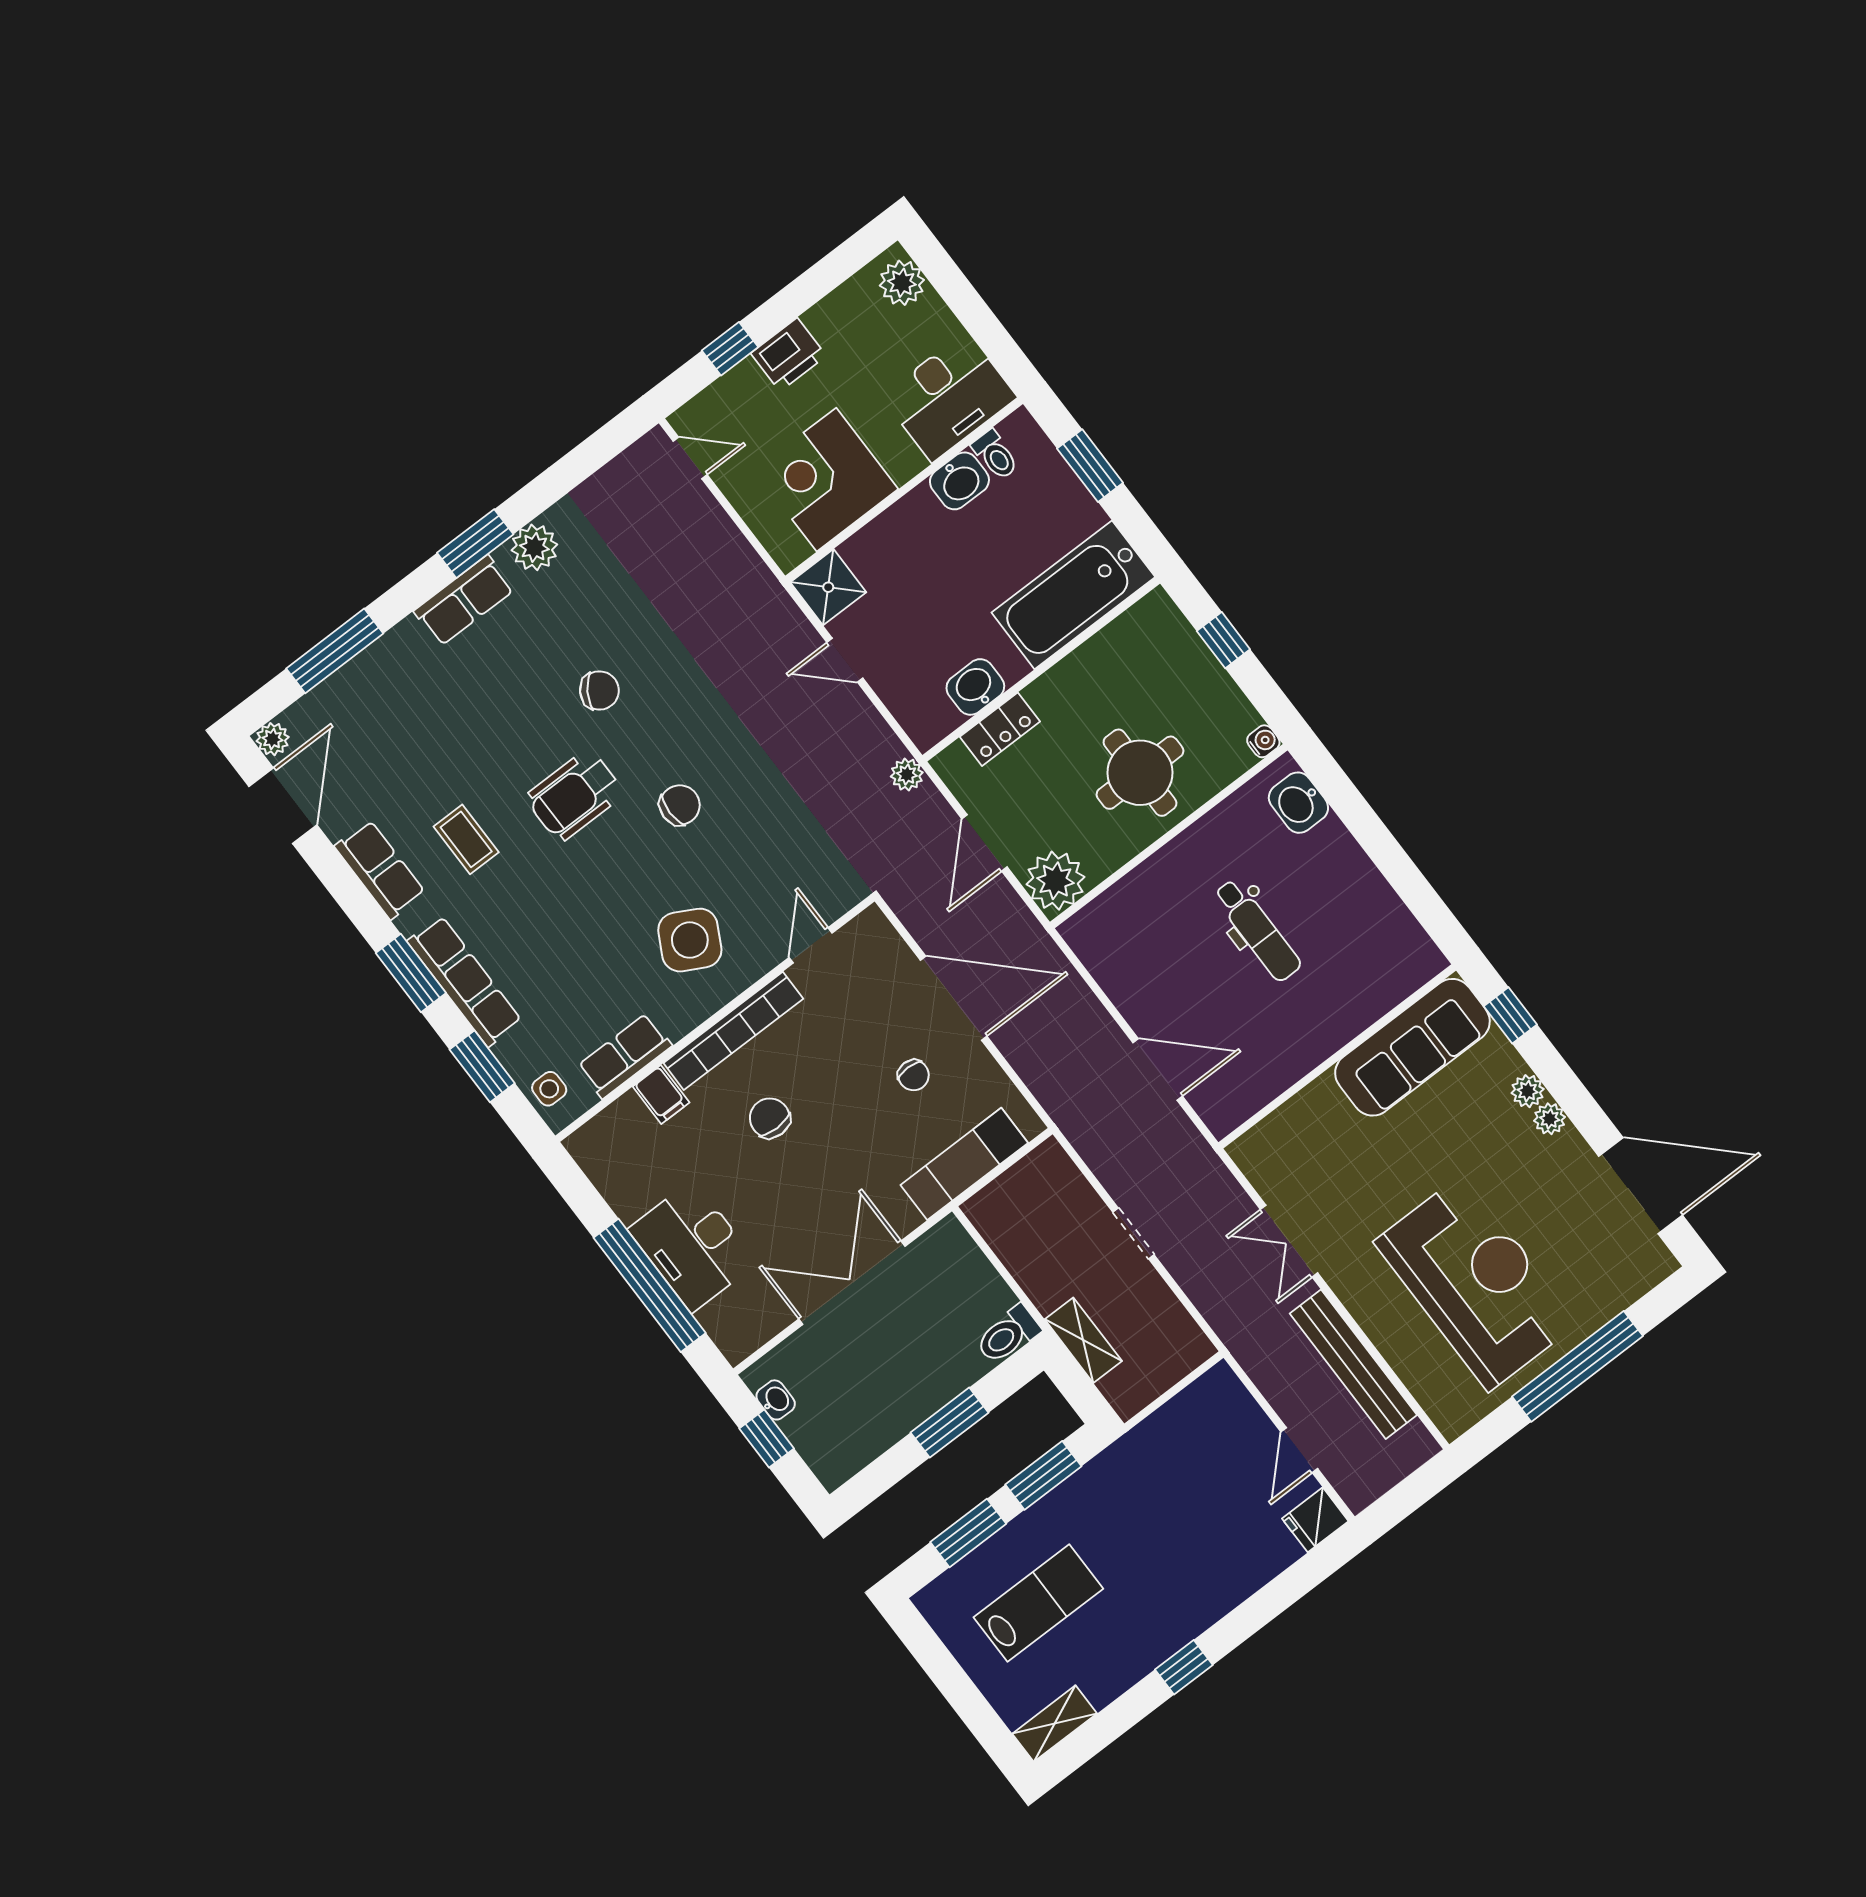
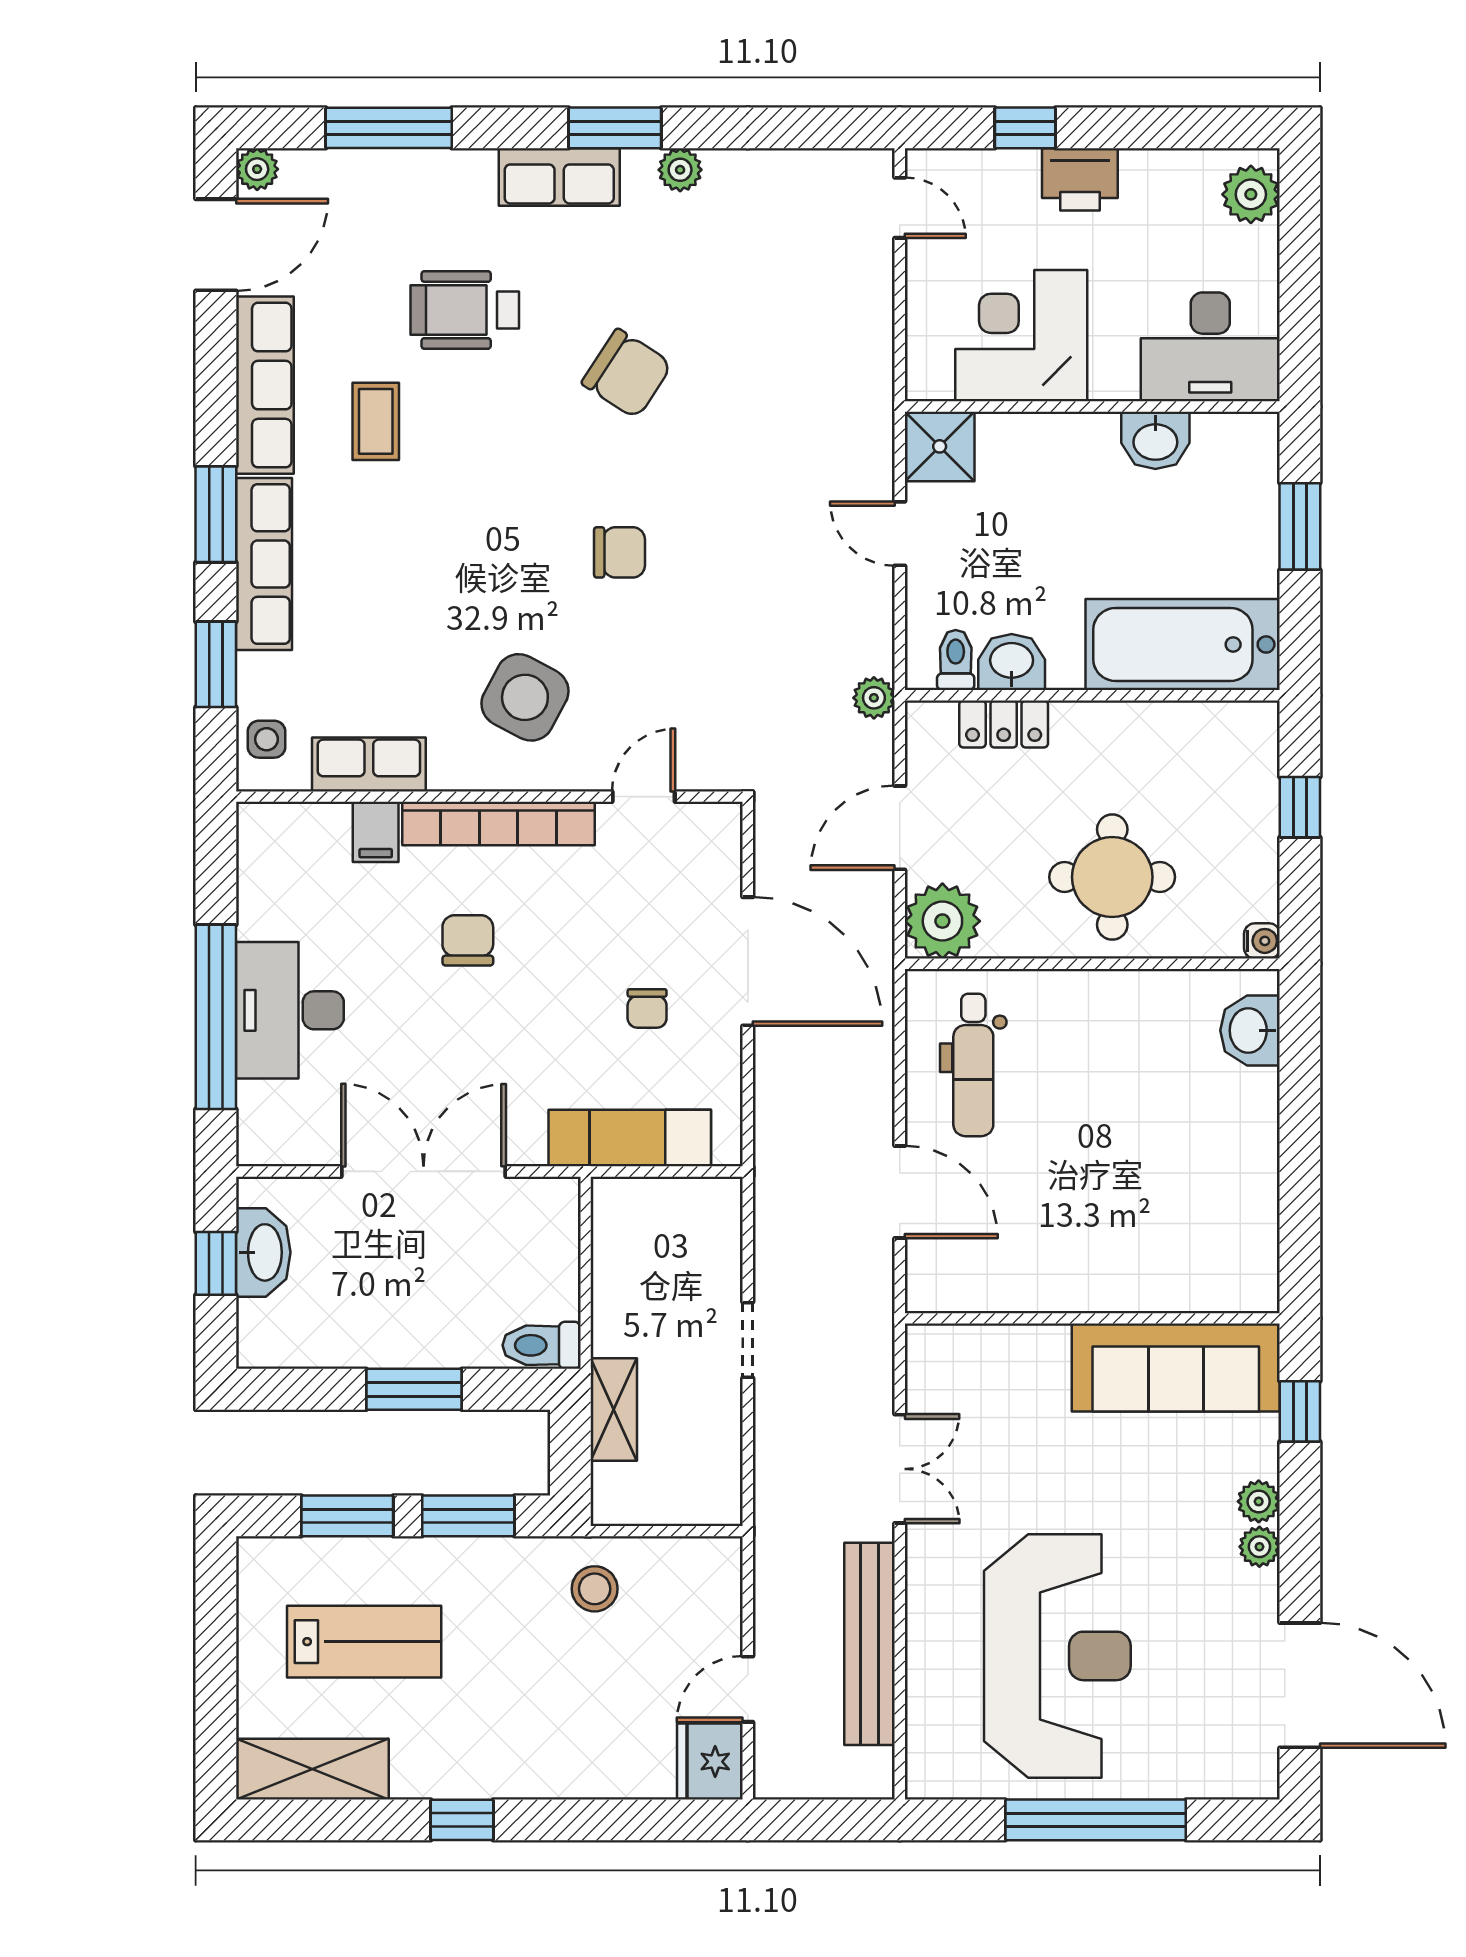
toilet: (995, 455) -> (956, 660), moved, turned 180
plant: (534, 547) -> (680, 170), width x0.73, depth x0.73
chair: (599, 691) -> (627, 374), width x1.37, depth x1.37
wheelchair: (575, 795) -> (465, 310), moved
row of seats: (380, 870) -> (265, 385), width x1.48
dental chair: (1257, 930) -> (973, 1065), moved
double door: (1289, 1241) -> (900, 1469), swing flipped
washbasin: (776, 1400) -> (263, 1252), width x1.91, depth x1.45
stool: (1157, 1461) -> (595, 1589), added
fridge: (1315, 1520) -> (710, 1762), width x1.38
shelving: (1055, 1724) -> (312, 1769), width x1.50, depth x1.33

